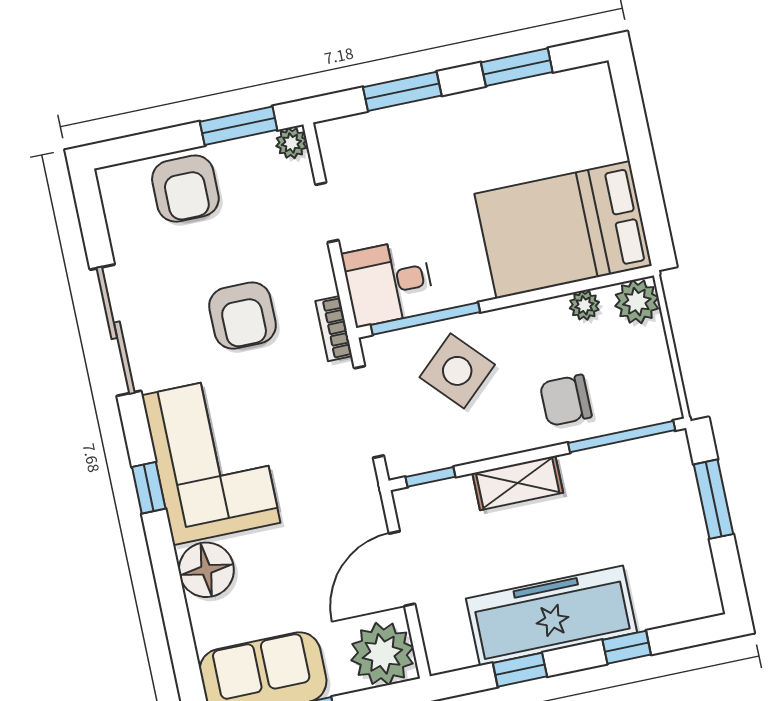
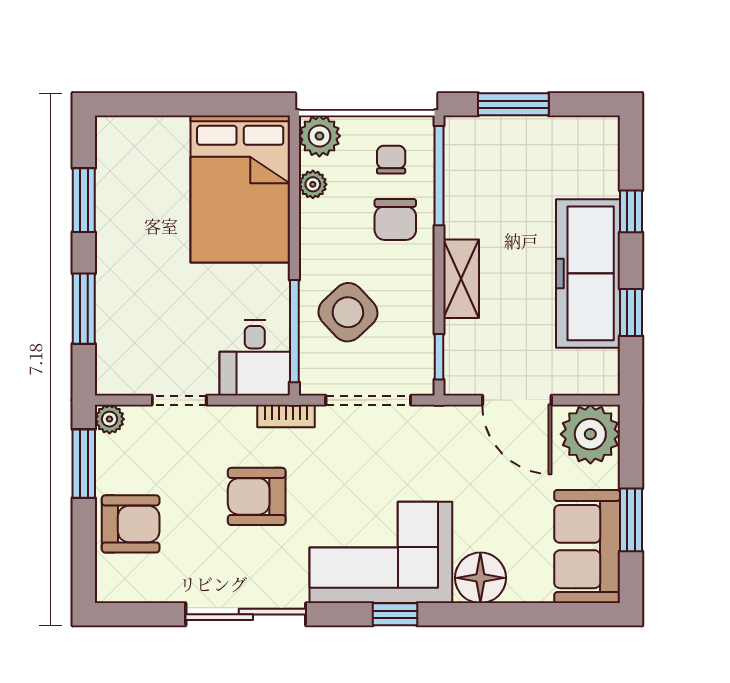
armchair: (242, 316) -> (257, 496), turned 180
chair: (628, 382) -> (391, 160), added

